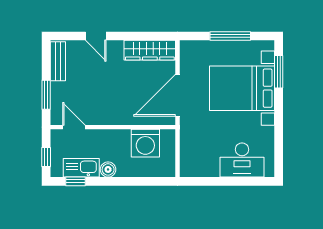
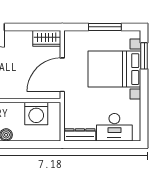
wardrobe: (150, 50) -> (47, 38), width x0.67
dresser: (199, 170) -> (80, 135), added

